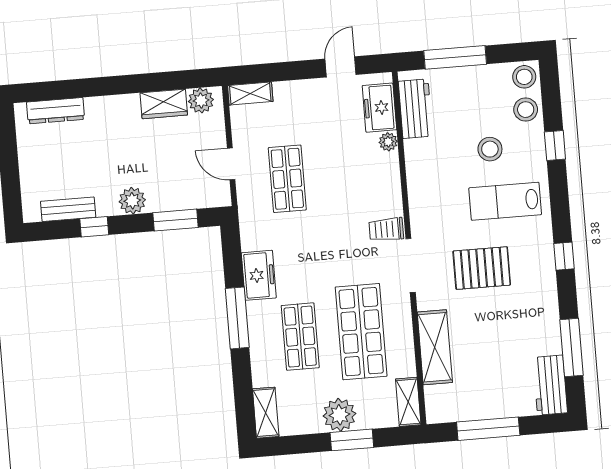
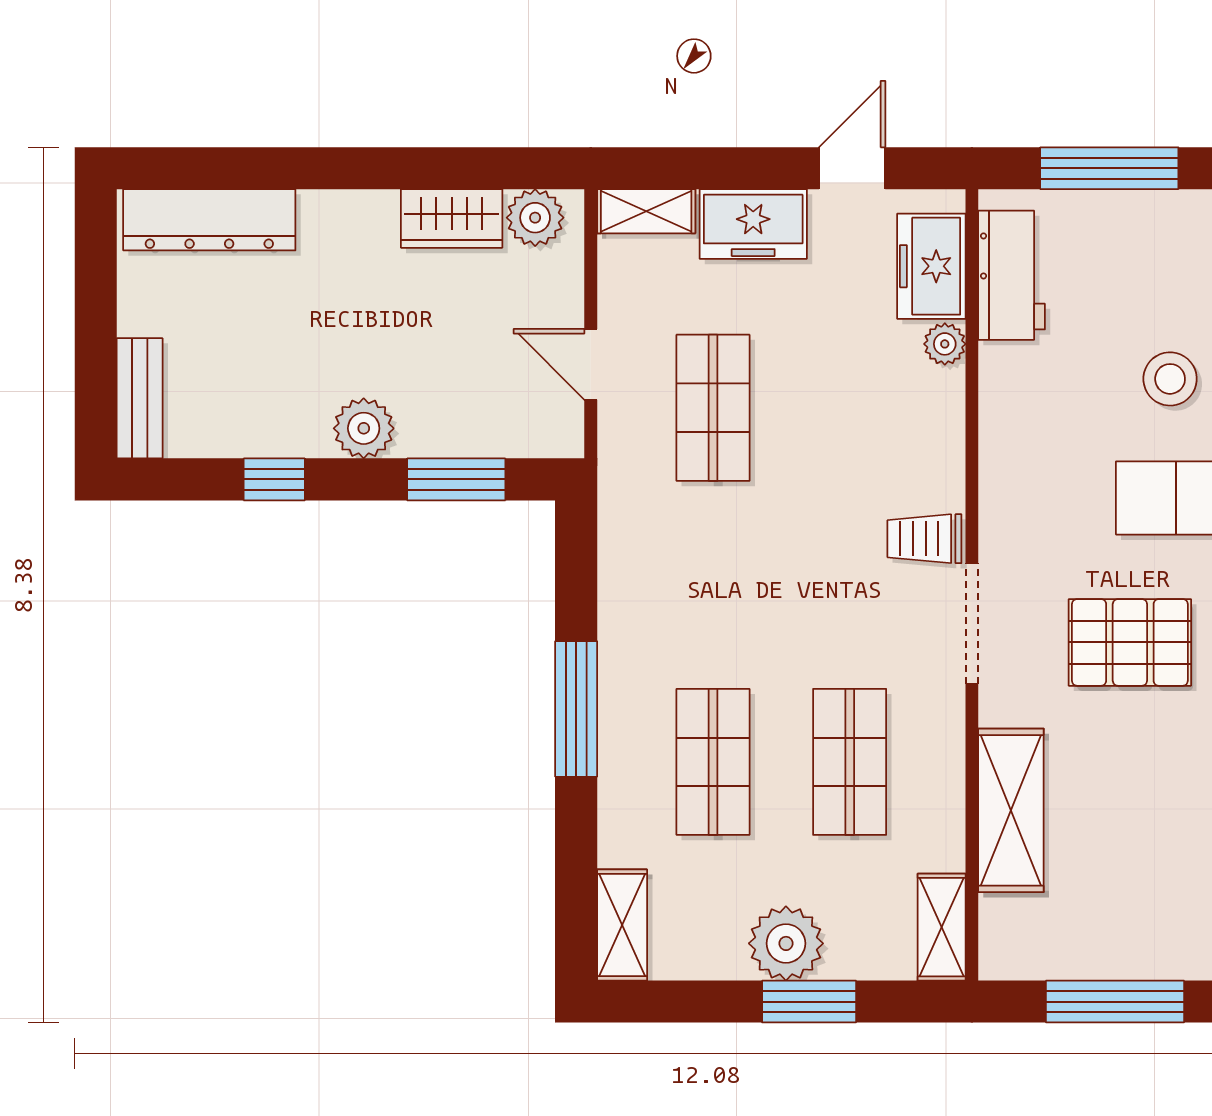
dresser: (56, 111) -> (209, 220), width x1.37, depth x1.24
bench: (68, 209) -> (140, 398), moved, turned 90
freezer: (259, 275) -> (753, 224), moved, turned 90
shop shelf: (361, 332) -> (850, 762), width x0.70, depth x0.74

